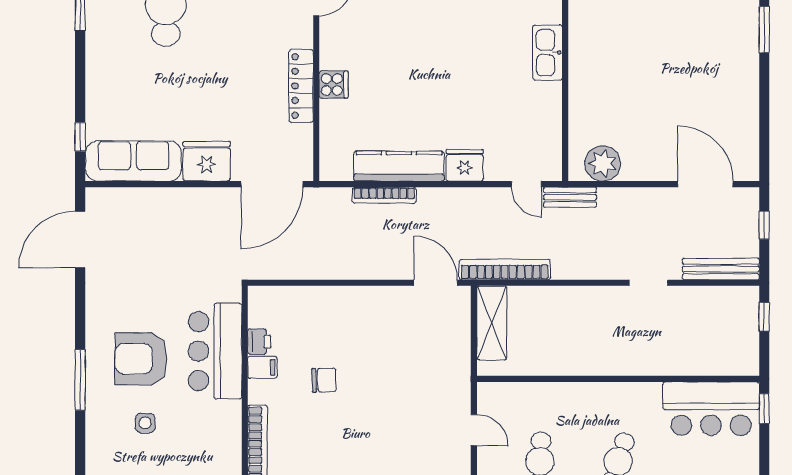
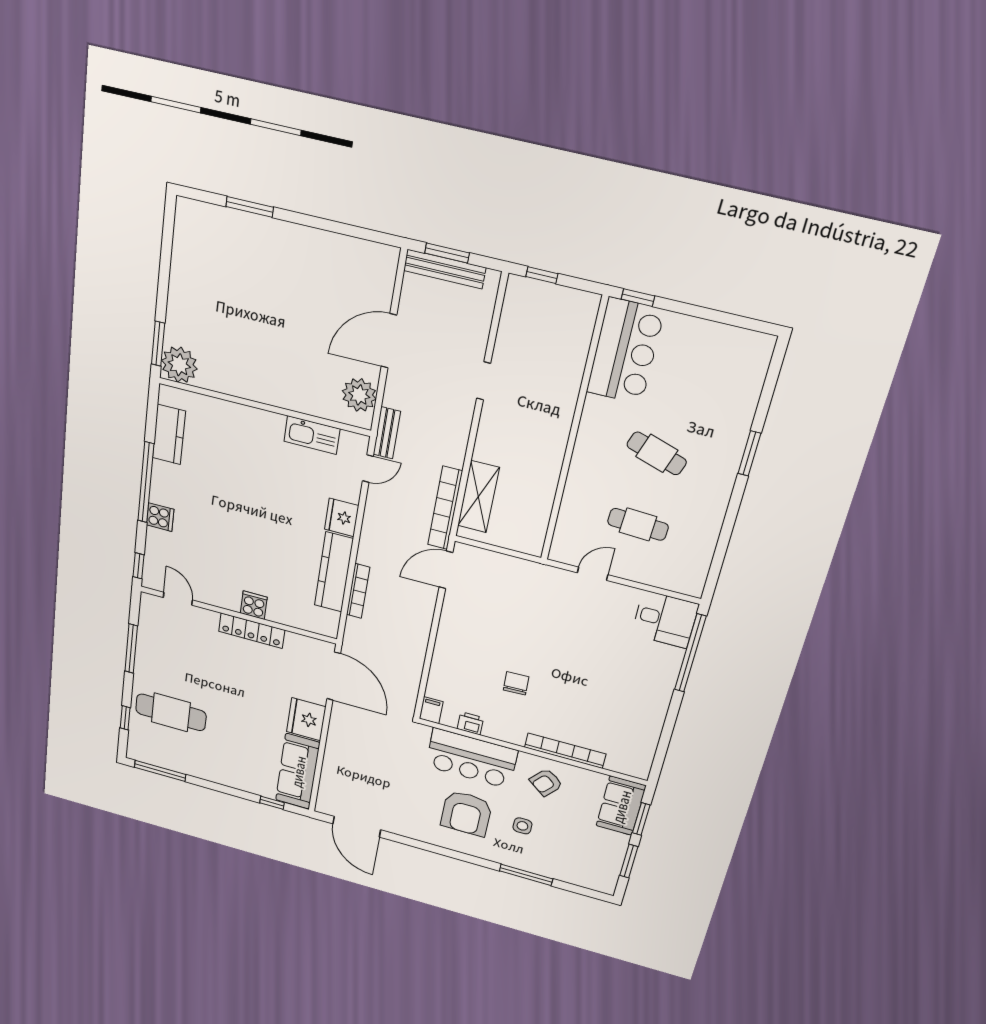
kitchen sink: (548, 53) -> (312, 435), moved
door: (705, 184) -> (389, 341), moved
window: (764, 225) -> (447, 253), width x1.50
bench: (721, 269) -> (445, 269), moved, turned 90
shelving: (492, 323) -> (478, 497), moved, turned 90
filing cabinet: (262, 367) -> (431, 710), moved
window: (80, 380) -> (526, 875), moved
armchair: (211, 436) -> (546, 782), added

